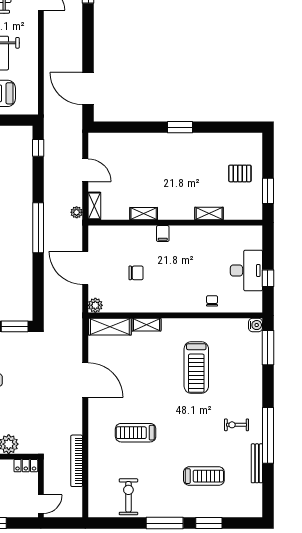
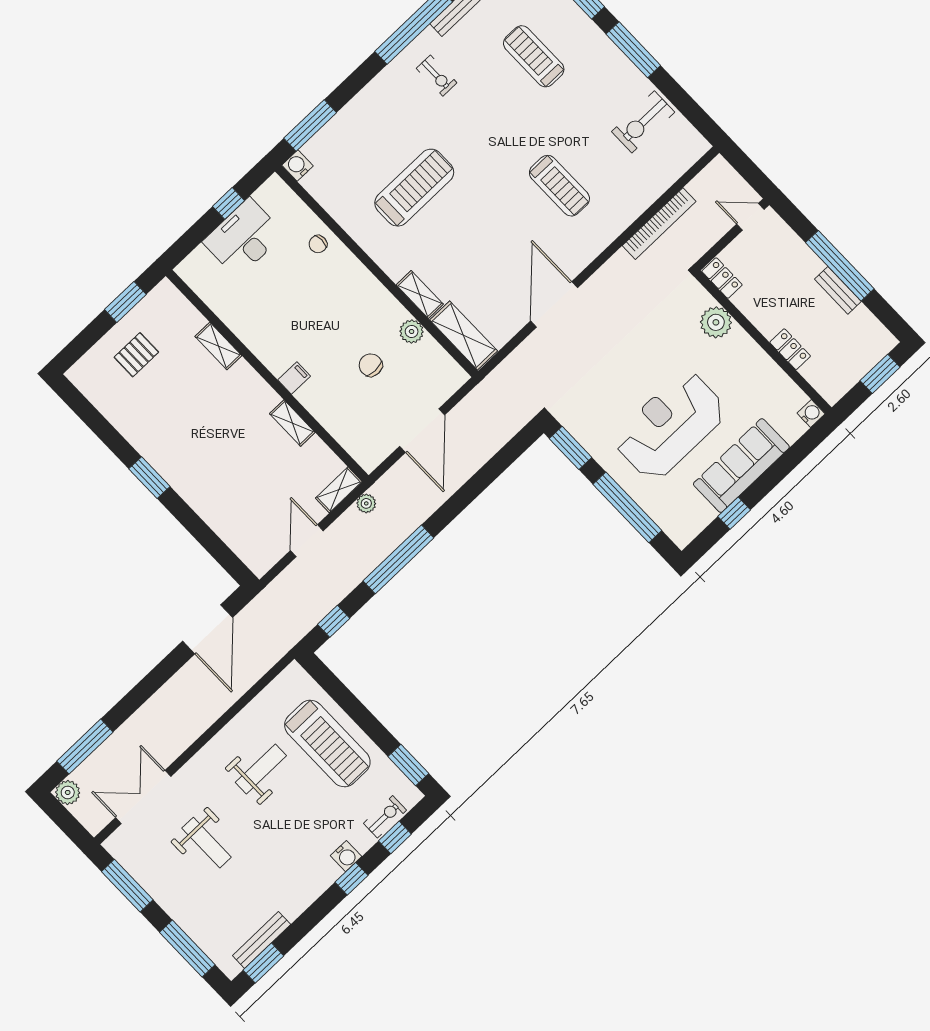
pallet: (240, 173) -> (136, 355), turned 90
window: (38, 228) -> (398, 559), moved
plant: (95, 305) -> (412, 331), moved

